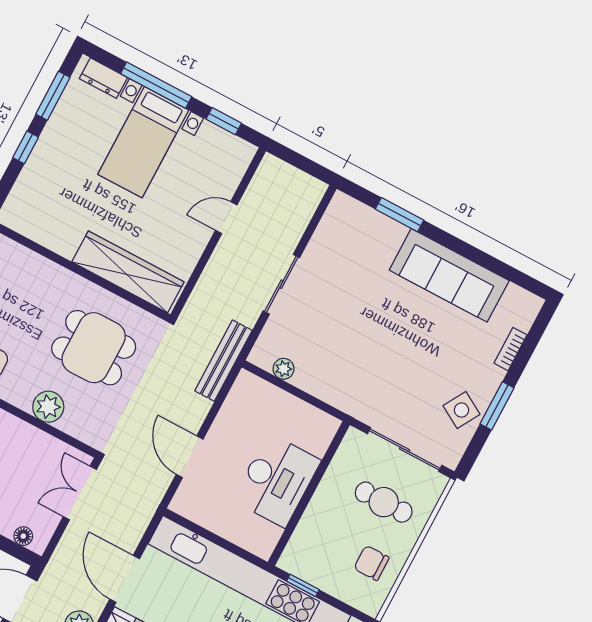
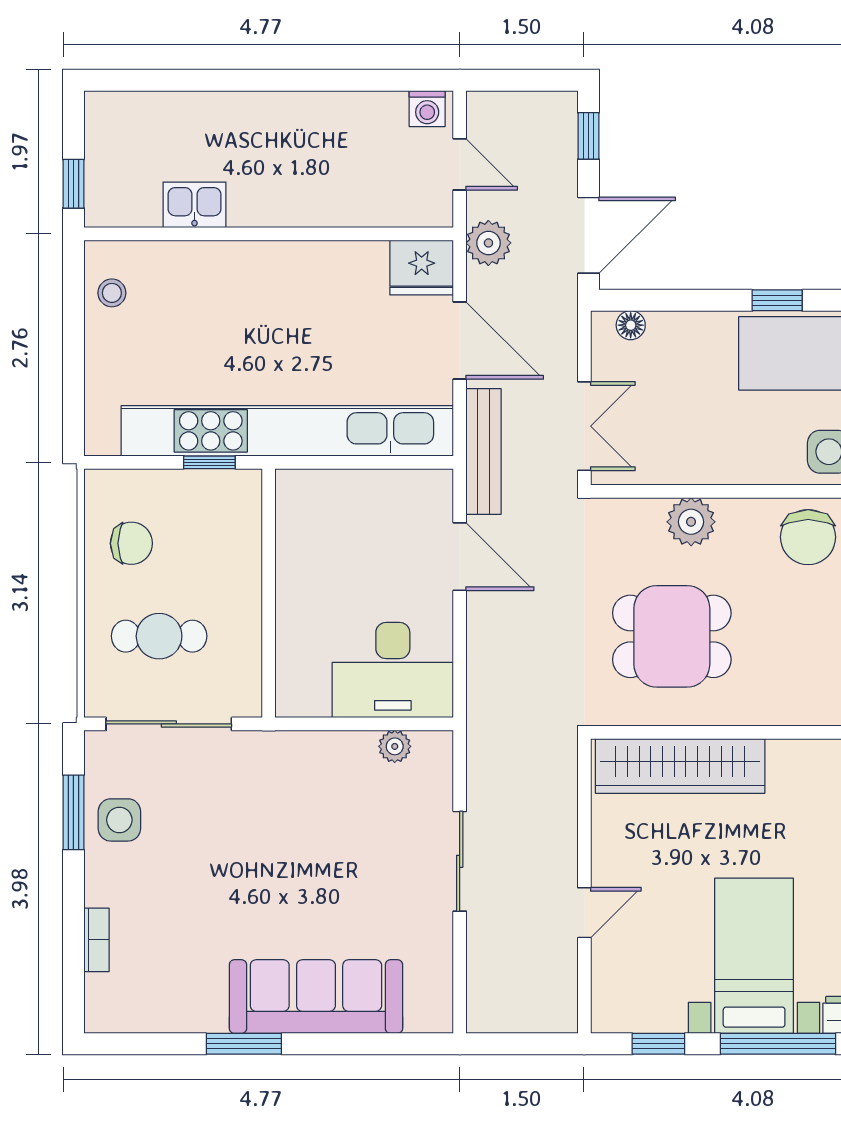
window: (400, 215) -> (244, 1044), moved
sofa: (449, 275) -> (316, 997), moved
bench: (223, 361) -> (484, 452), moved
window: (497, 406) -> (73, 812), moved
side table: (461, 410) -> (119, 820), turned -30
desk: (277, 480) -> (393, 670), moved, turned -90

